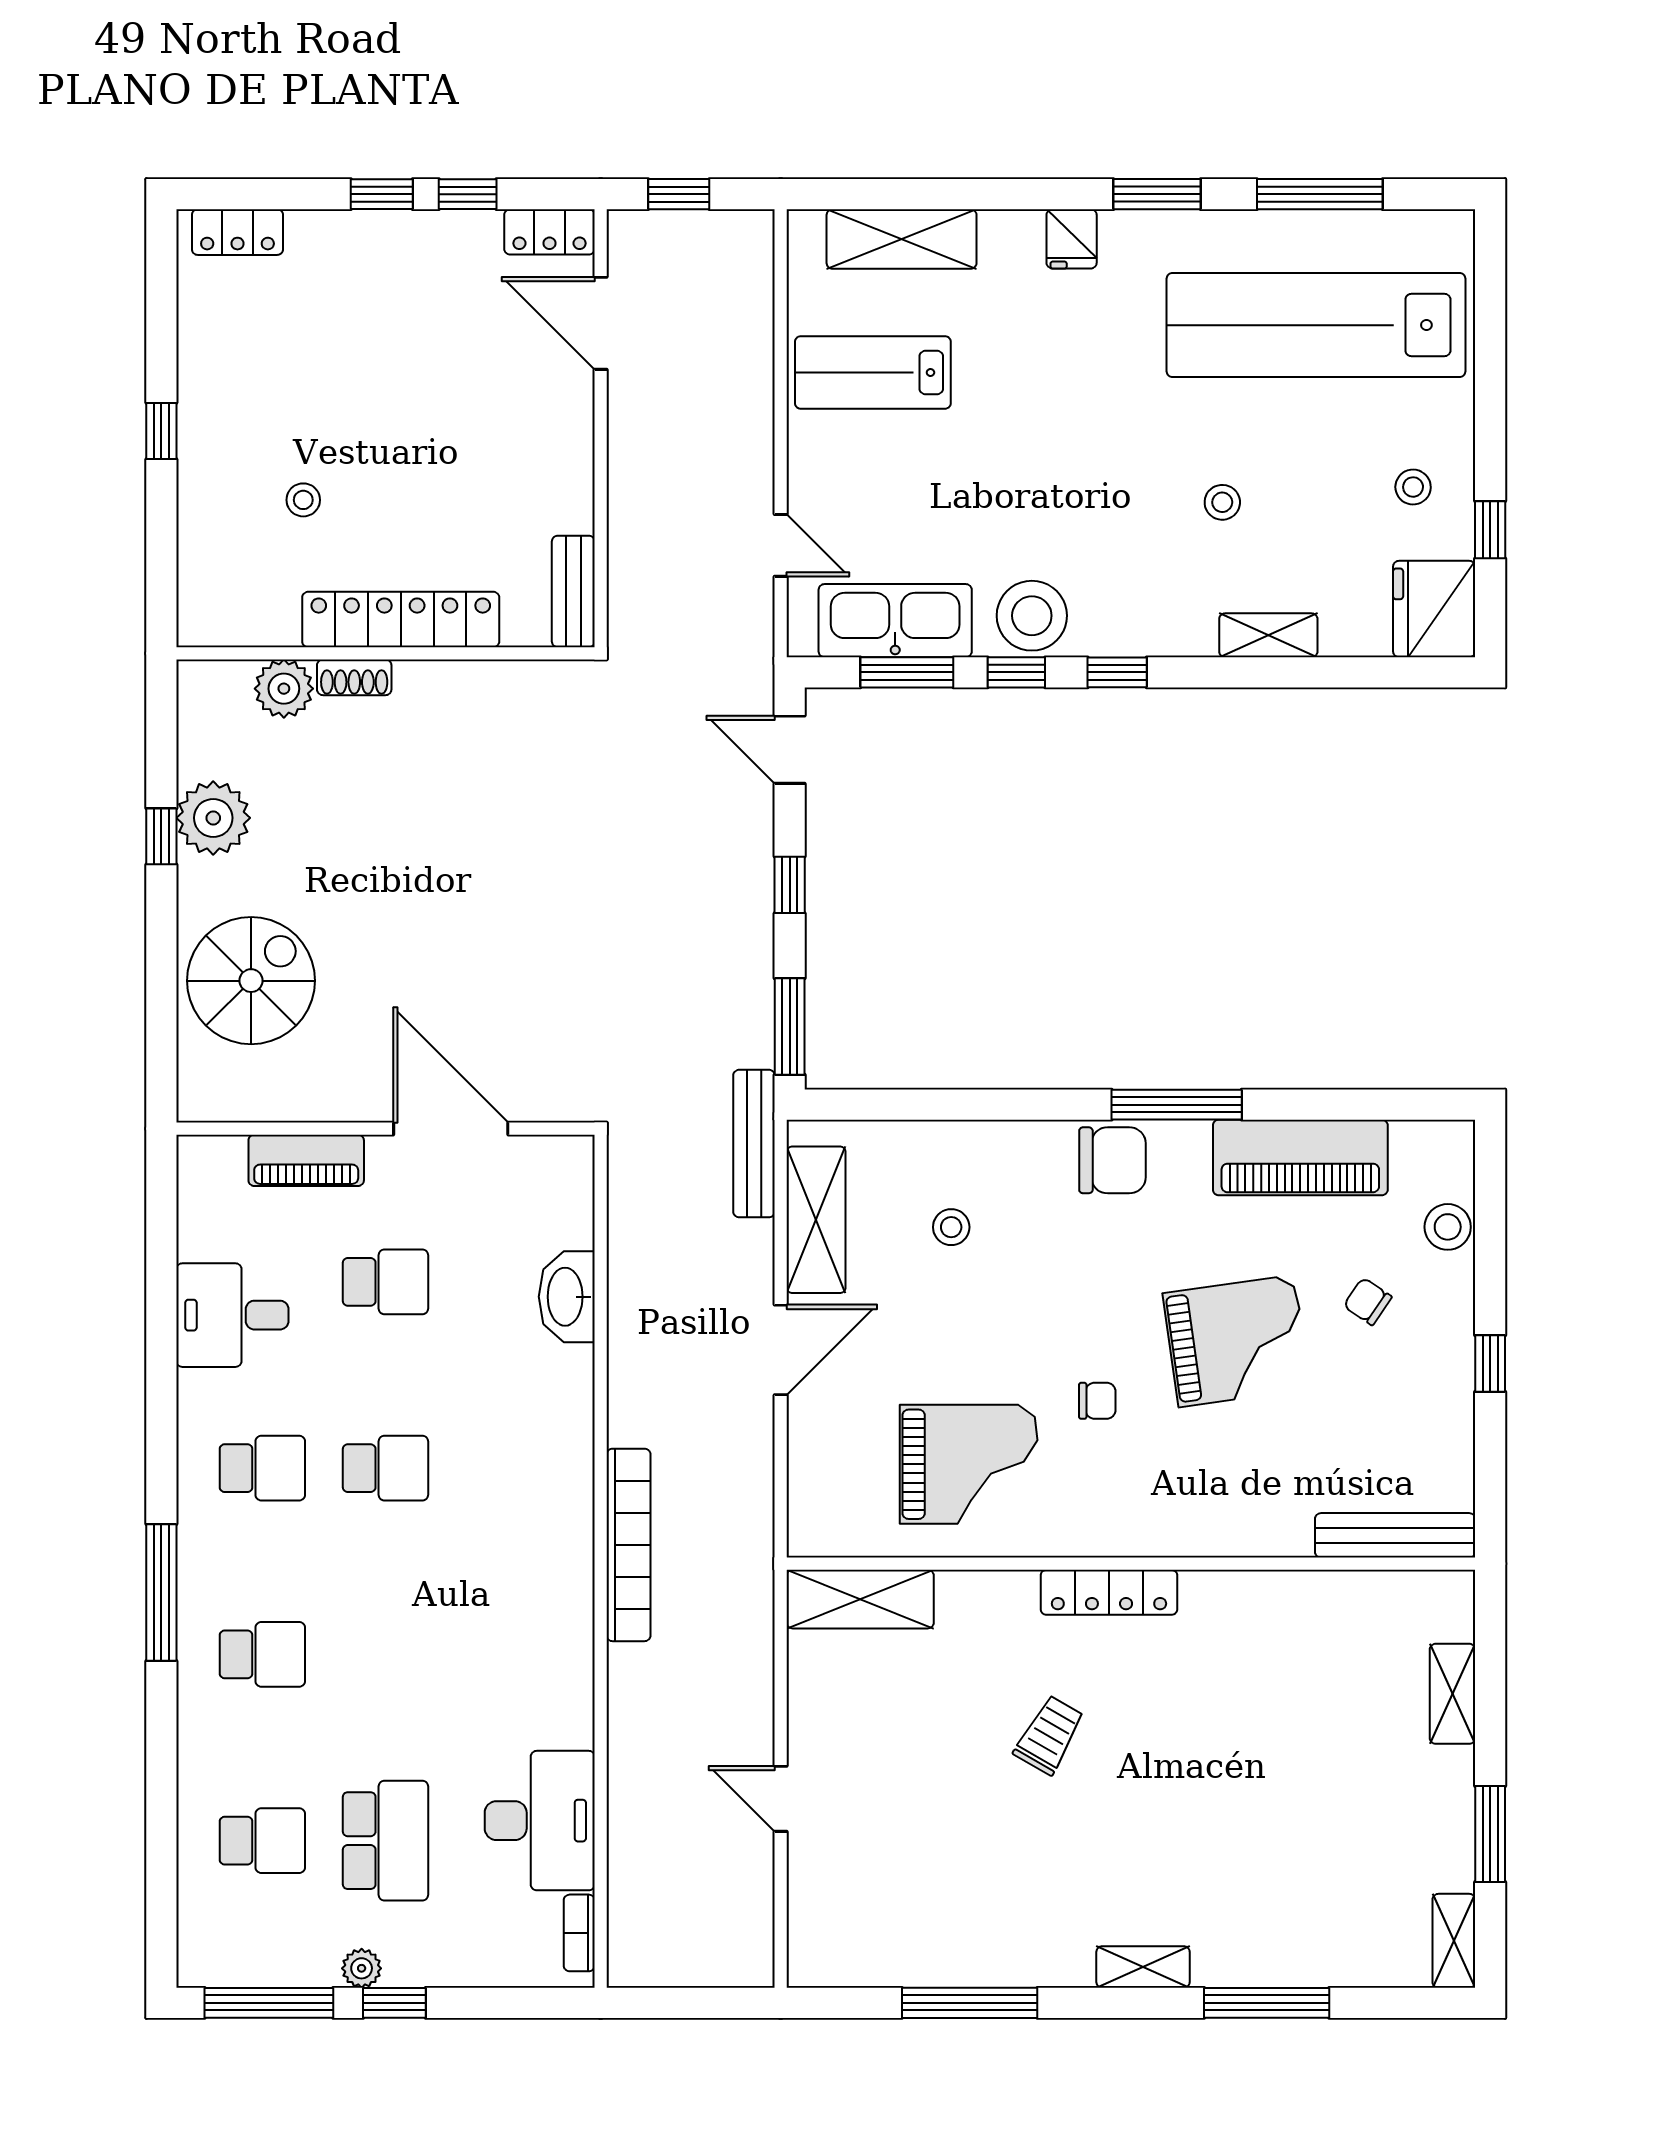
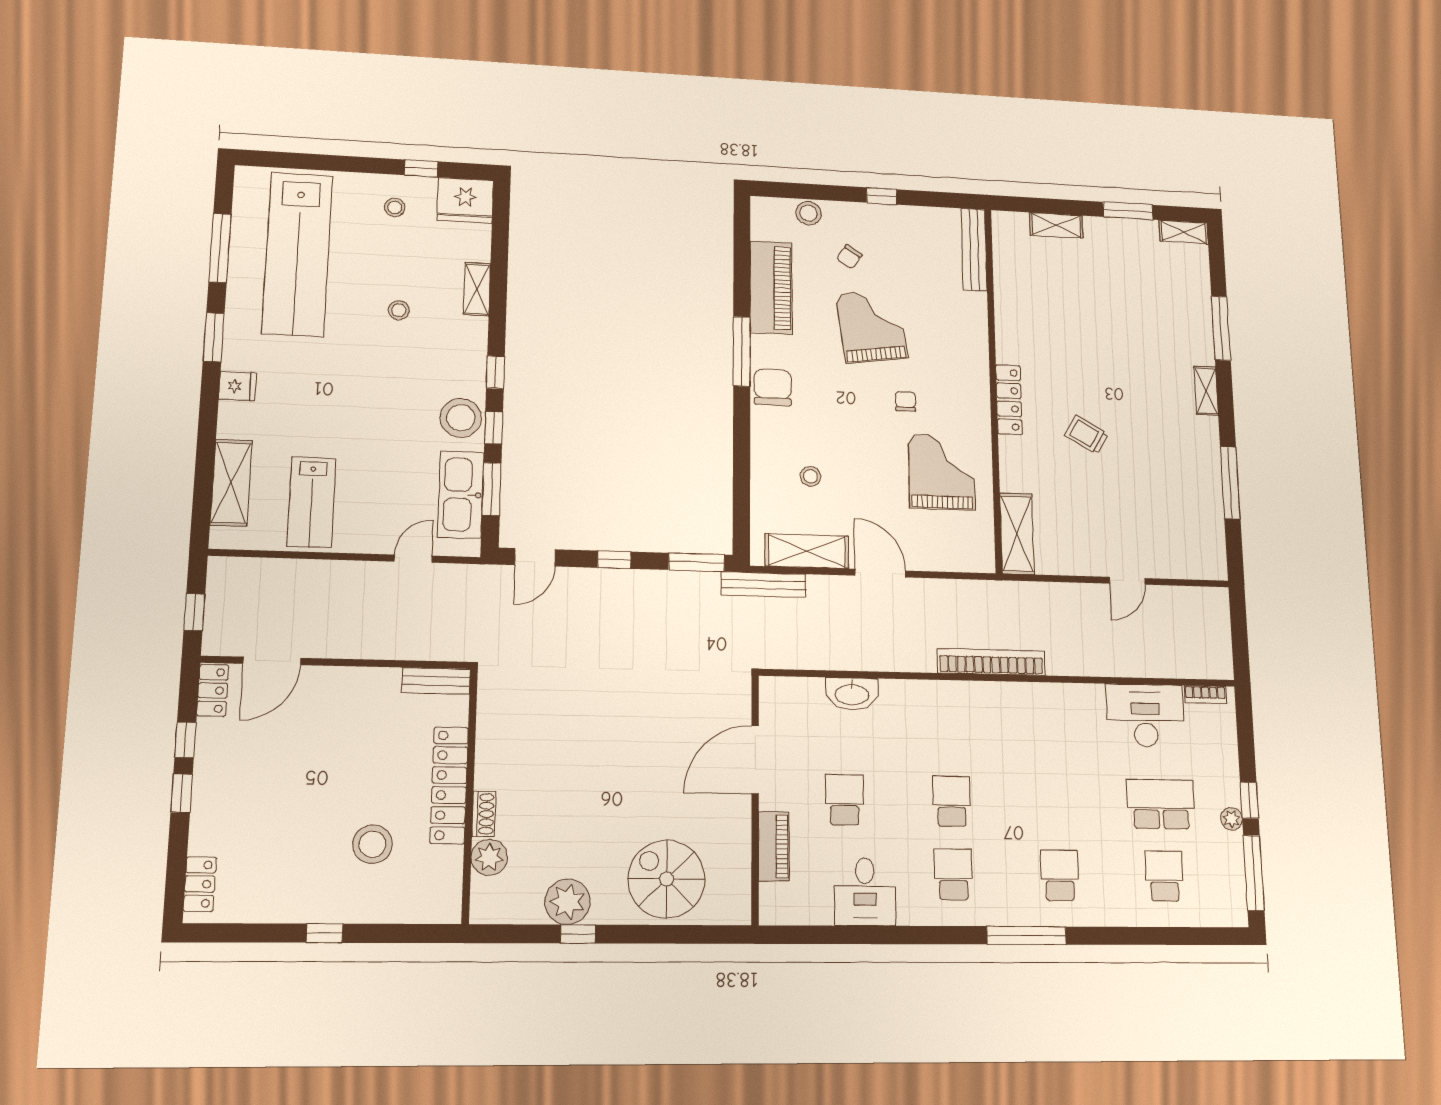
stool: (303, 500) -> (372, 844), width x1.89, depth x1.89

